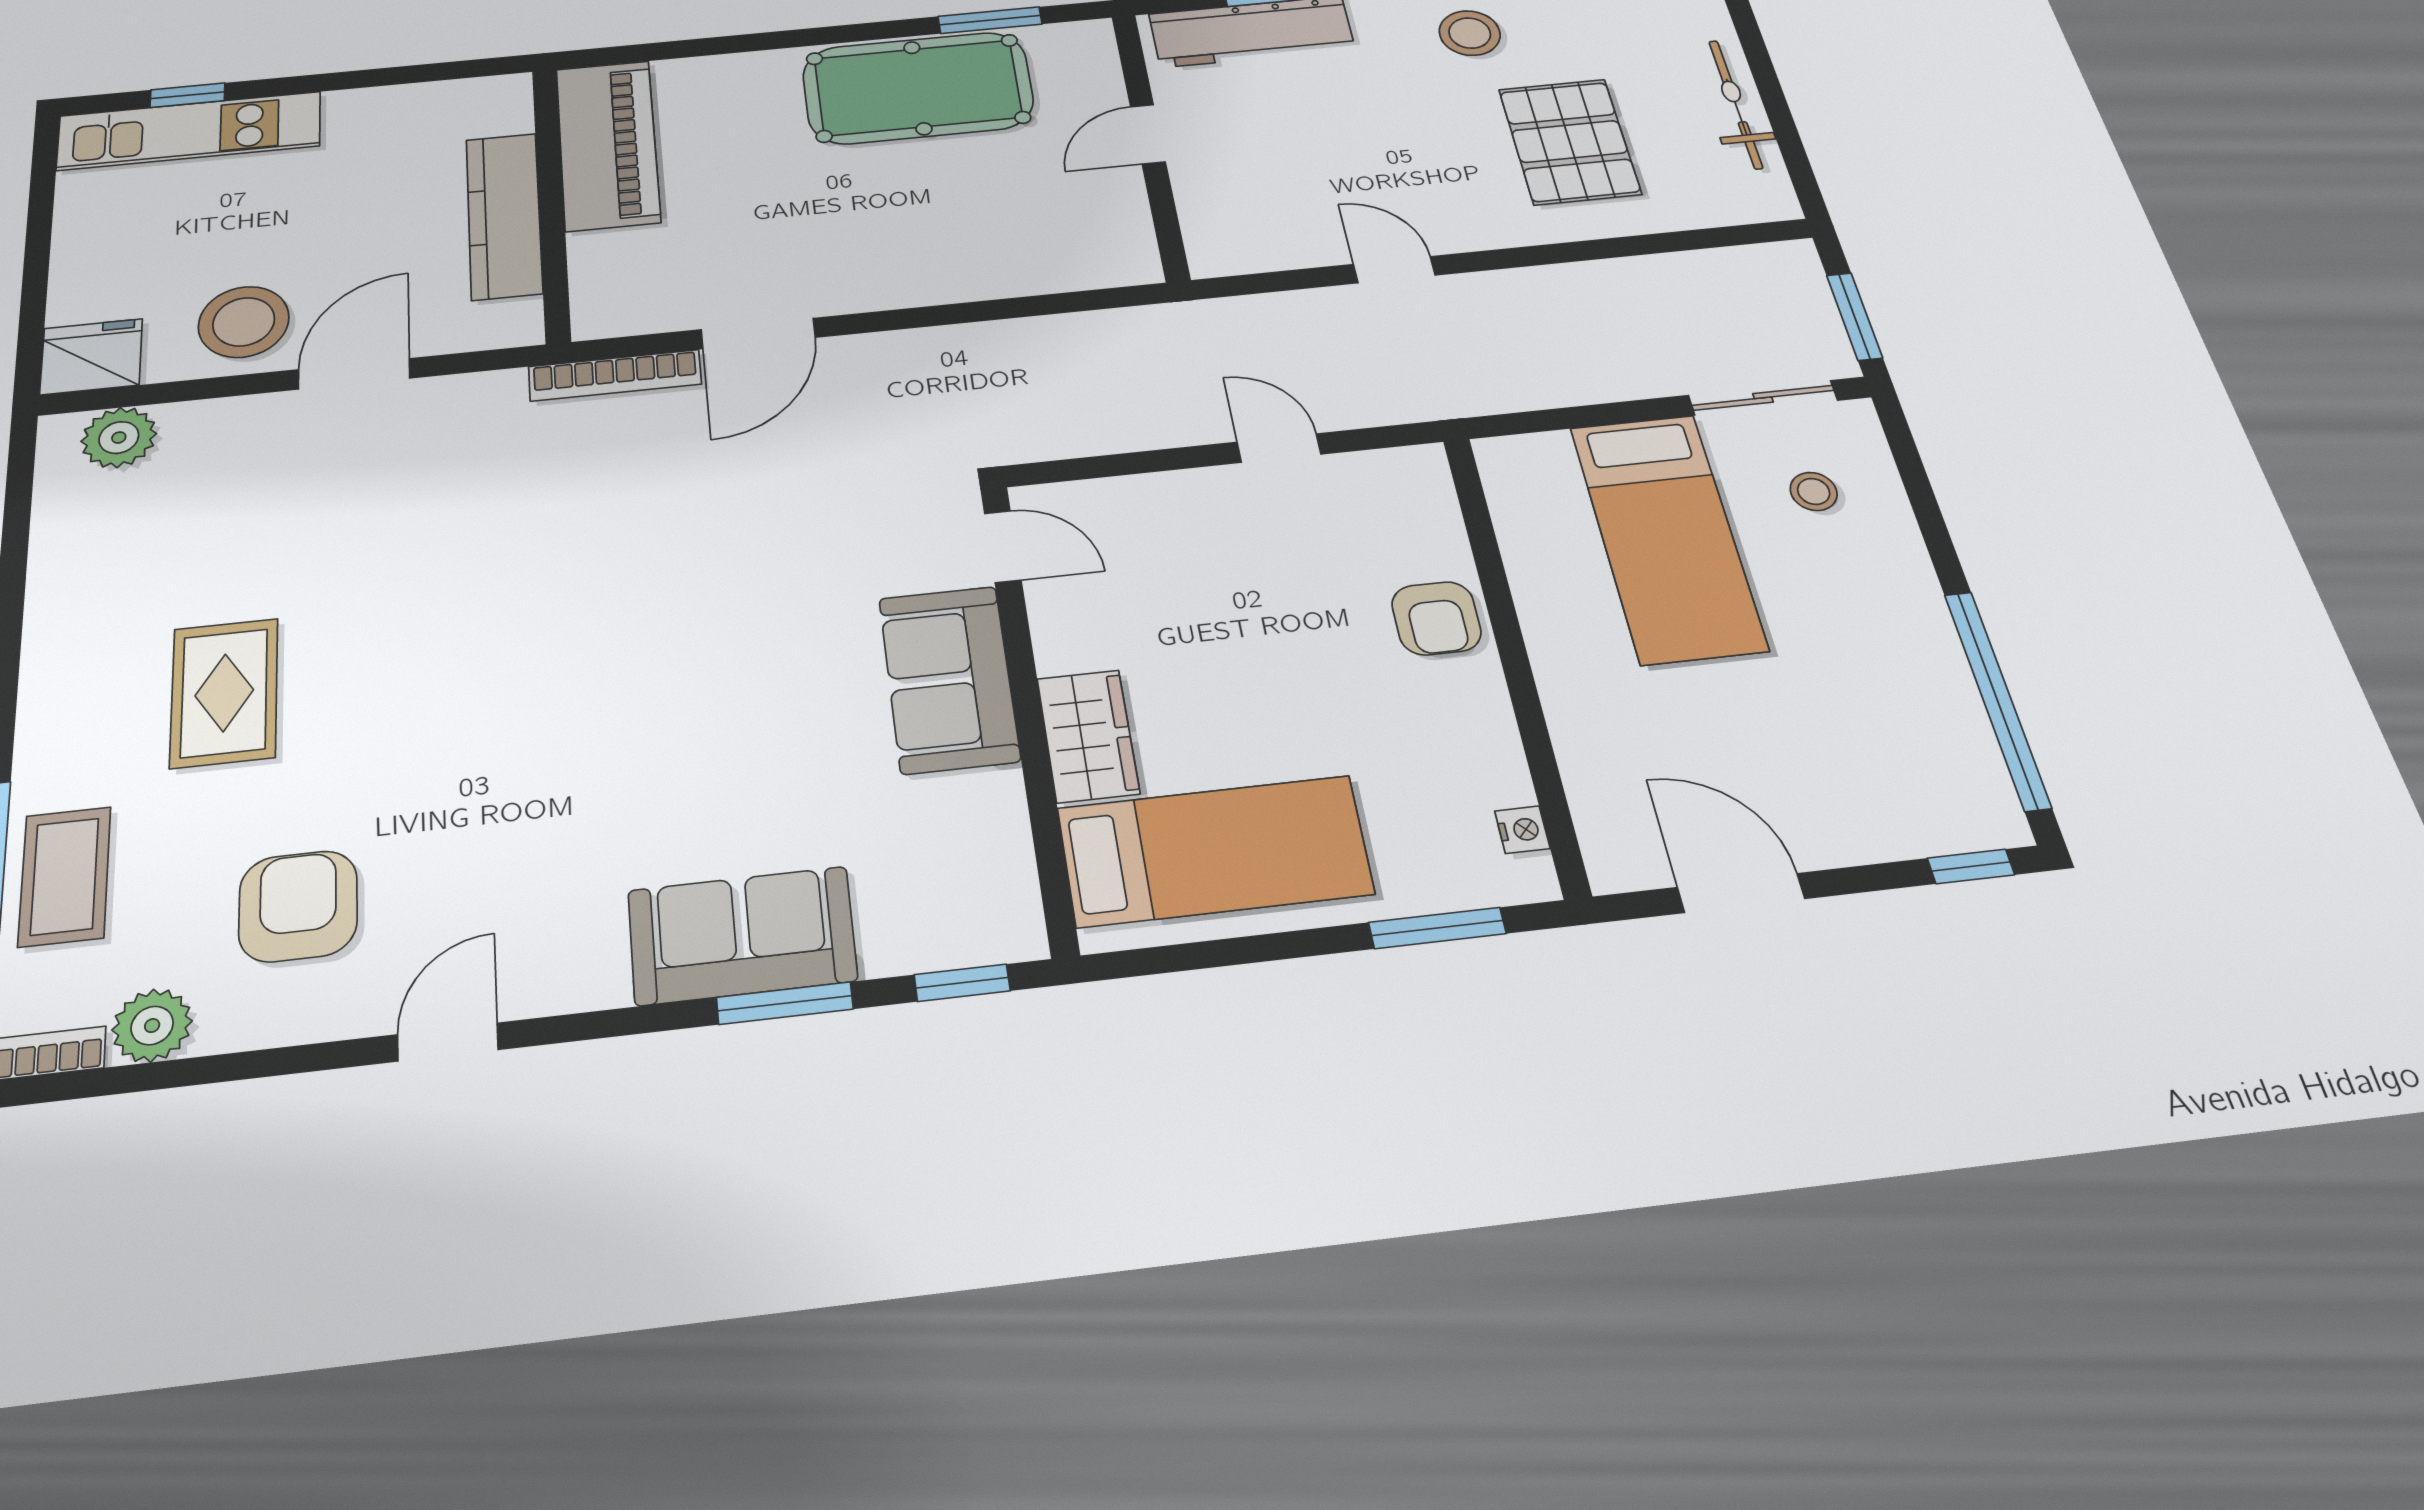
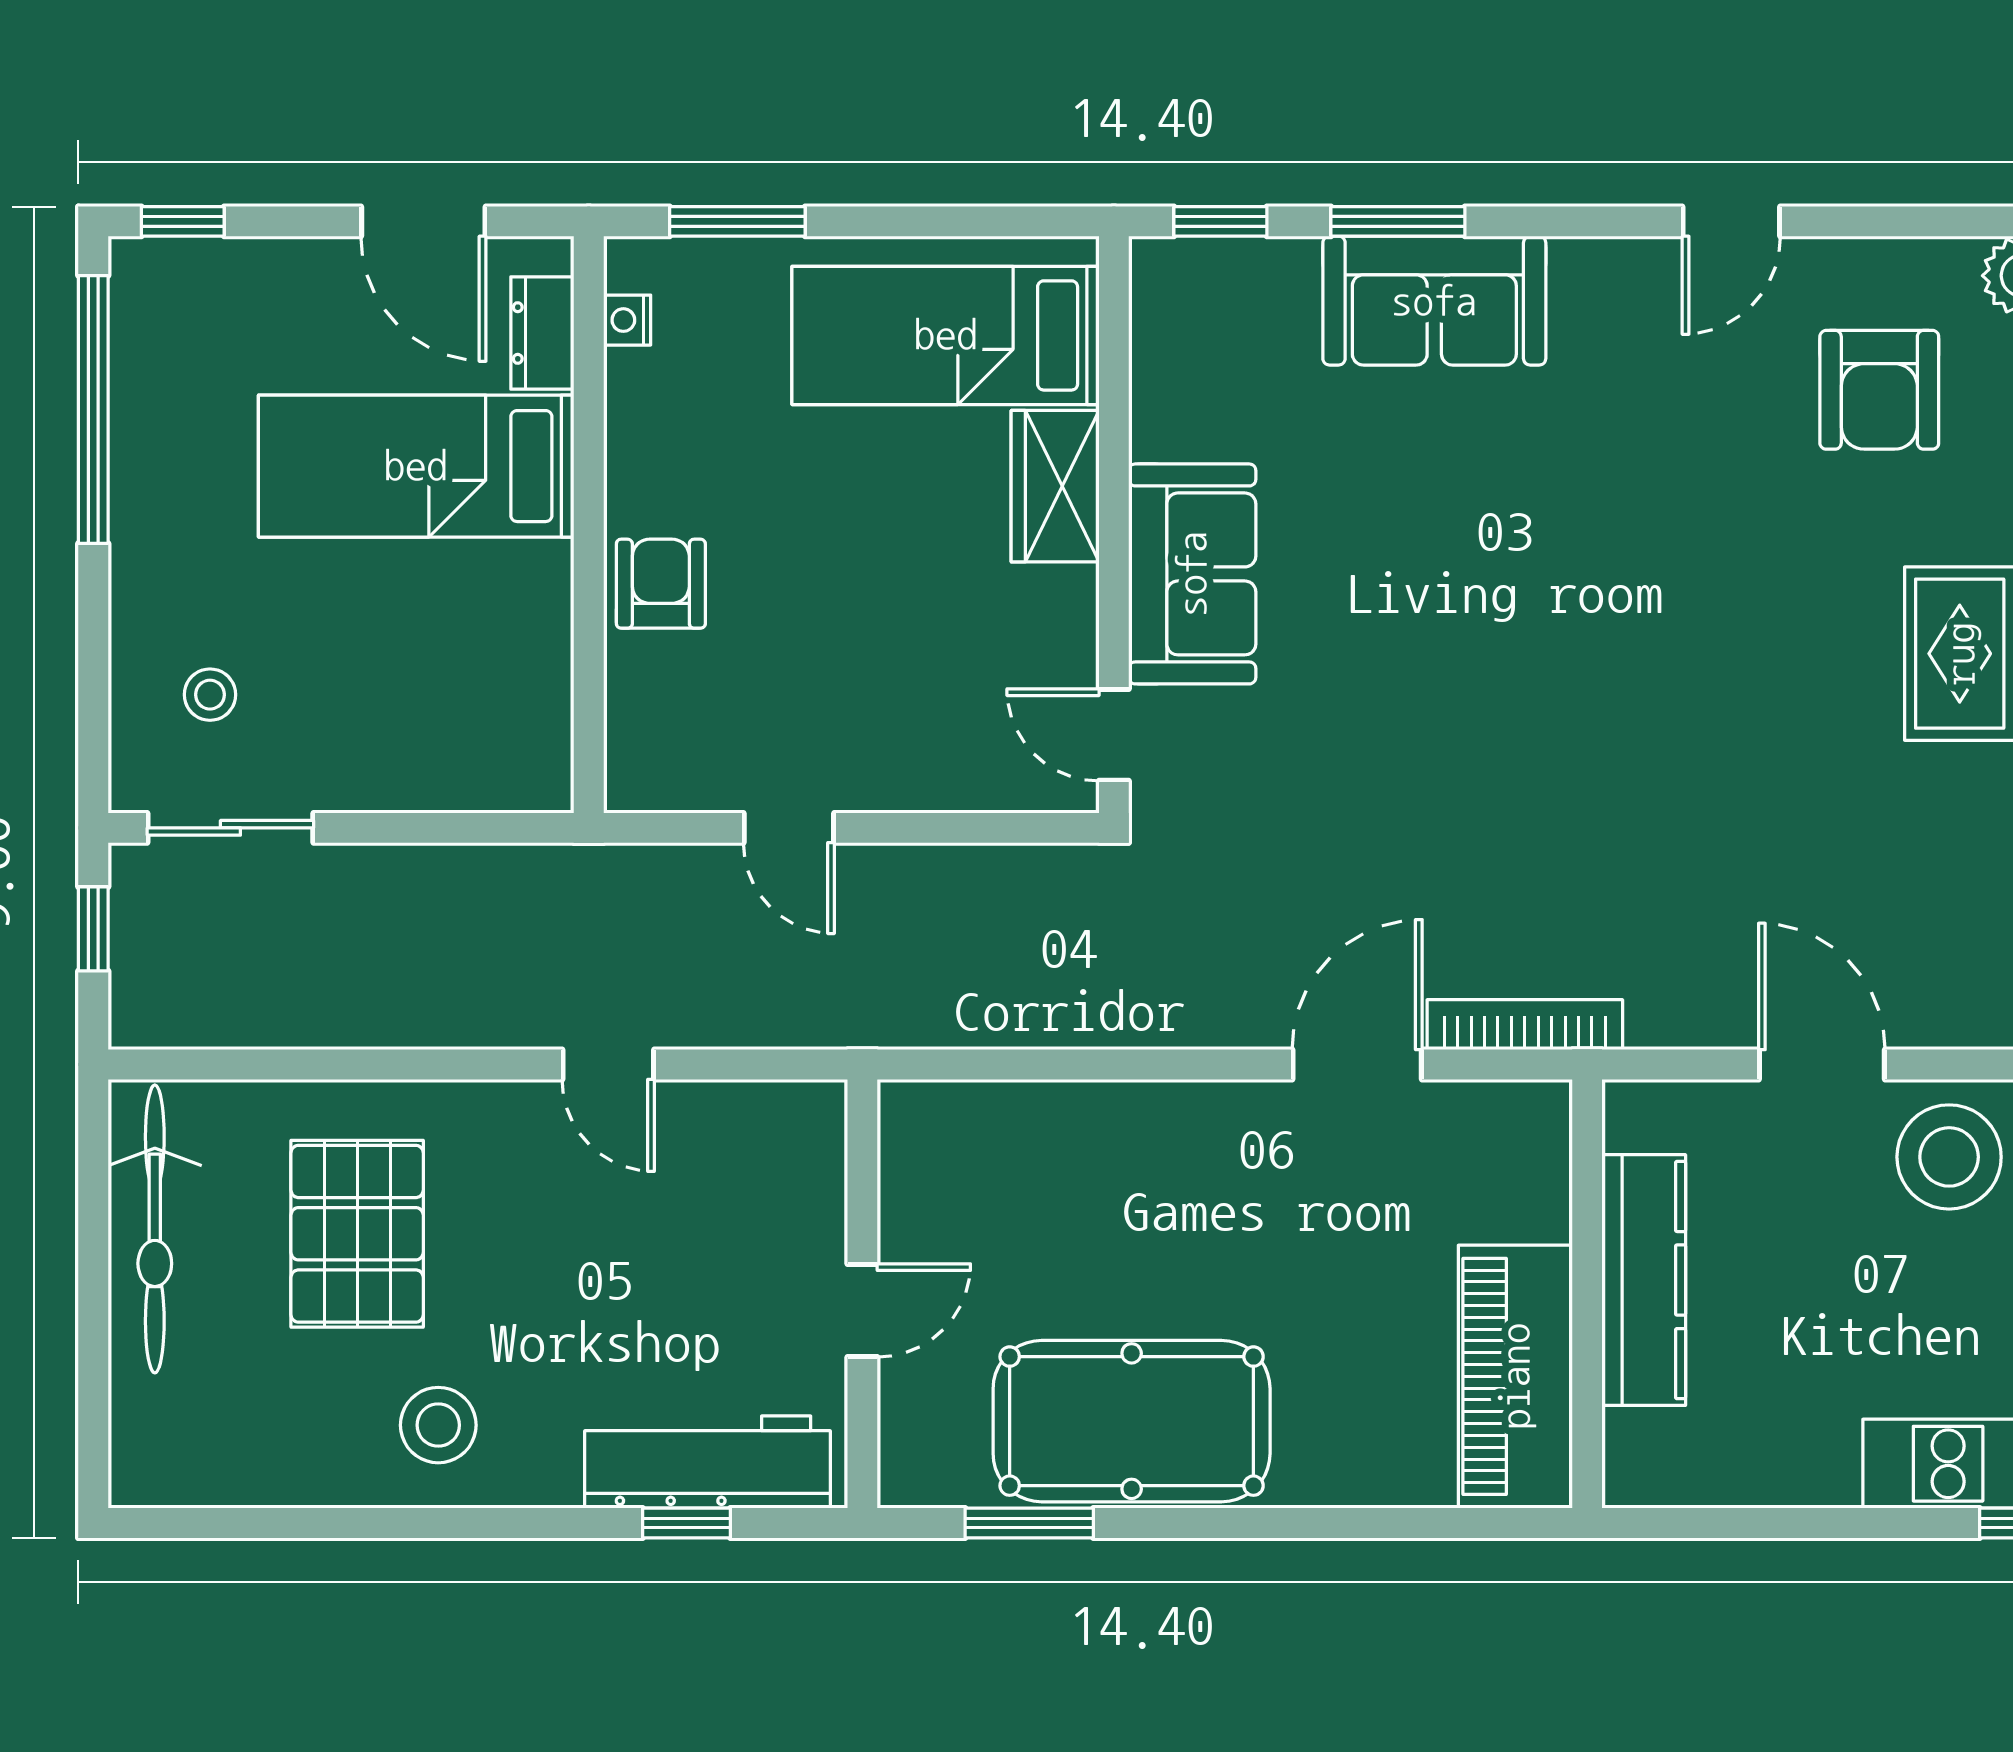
bicycle: (1736, 104) -> (155, 1229), width x1.37, depth x1.40
window: (1854, 316) -> (93, 929), width x0.67
door: (354, 374) -> (1822, 1064), swing flipped
bed: (1668, 537) -> (416, 466), moved, turned -90
dresser: (1600, 810) -> (542, 333), added

